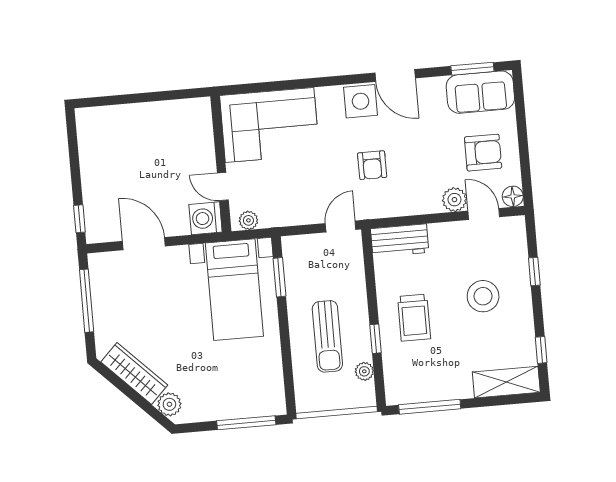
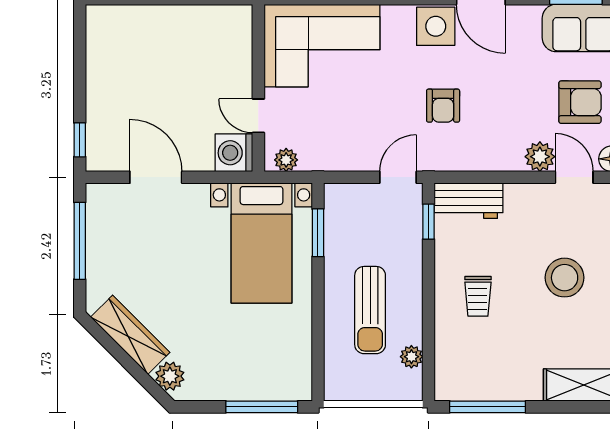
trolley: (414, 318) -> (478, 296), width x0.73, depth x0.72
window: (375, 339) -> (429, 222), moved

